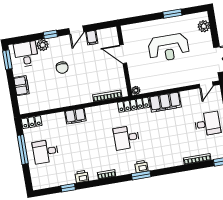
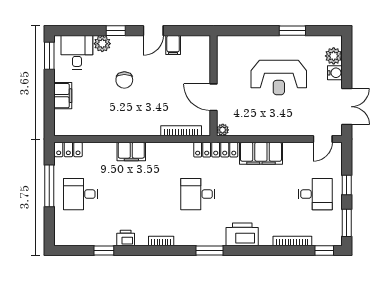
water cooler: (207, 38) -> (335, 73), added
door: (123, 54) -> (213, 97), moved
printer: (141, 166) -> (242, 234), moved, width x1.87, depth x1.48

